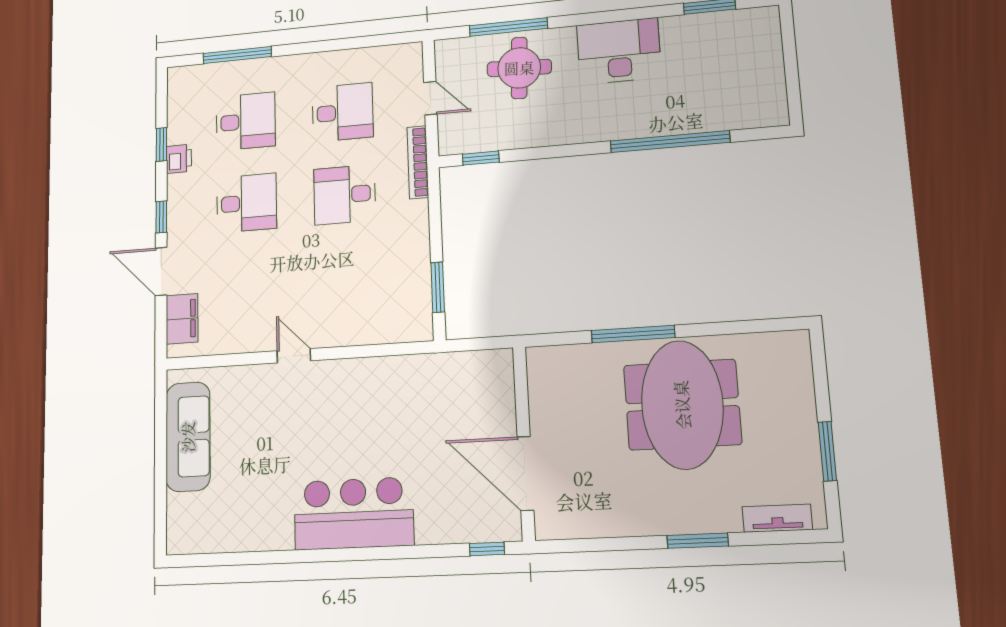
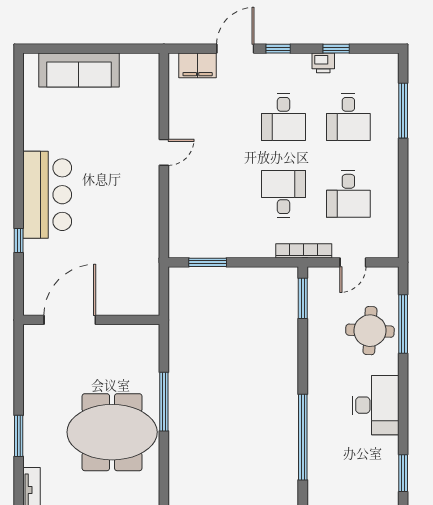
window: (481, 158) -> (303, 298), width x1.50
sofa: (188, 437) -> (79, 70), moved
window: (487, 549) -> (19, 240), moved

